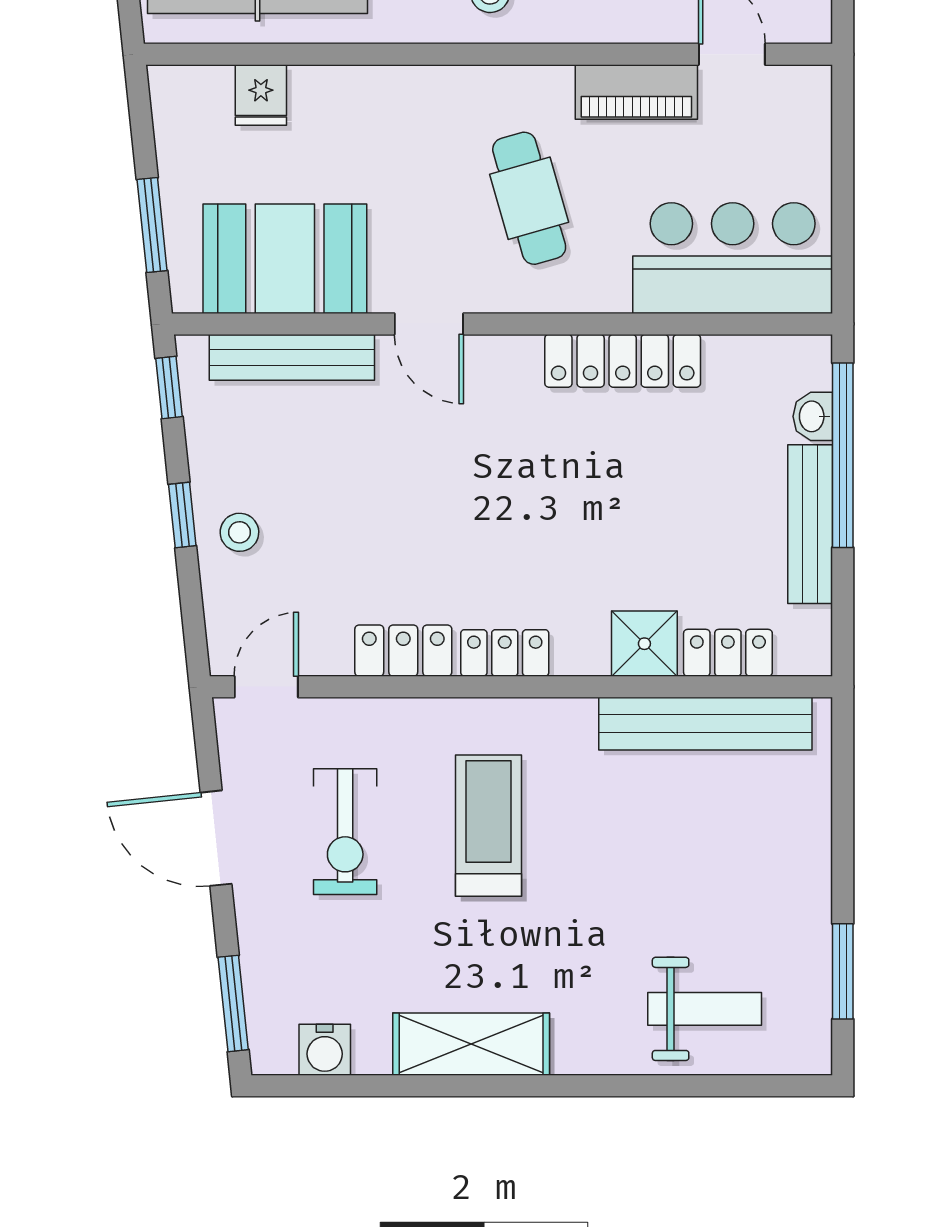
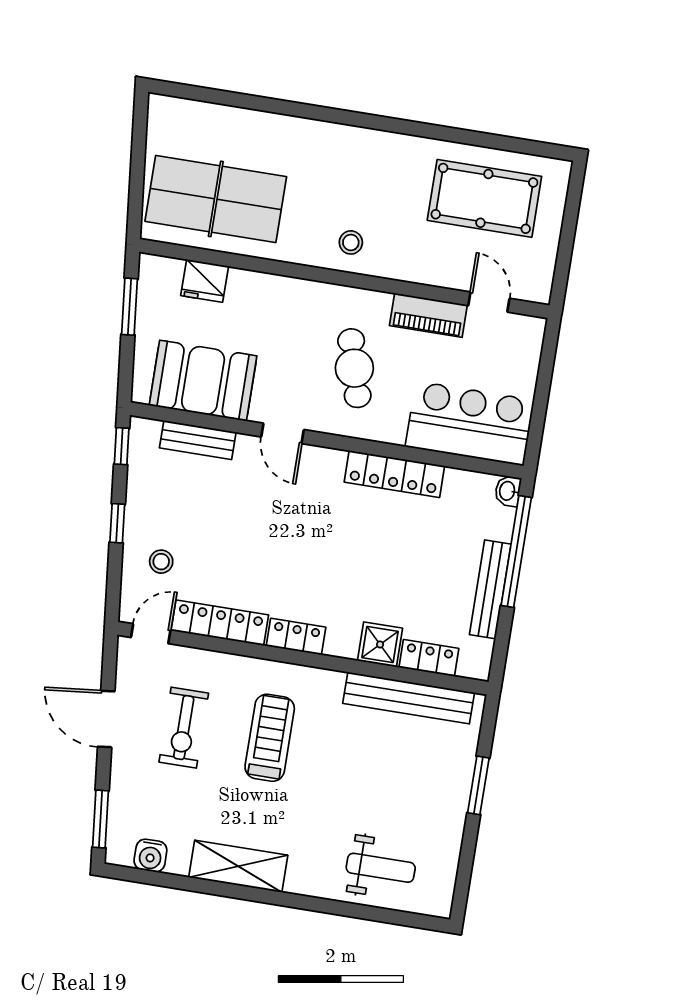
fridge: (261, 95) -> (205, 281), width x1.38
window: (152, 225) -> (130, 307), moved
bench: (292, 357) -> (198, 440), width x0.73
washbasin: (813, 416) -> (508, 491), moved
stool: (239, 532) -> (161, 562), moved
locker: (403, 651) -> (220, 623), width x1.53
window: (843, 971) -> (478, 785), moved

